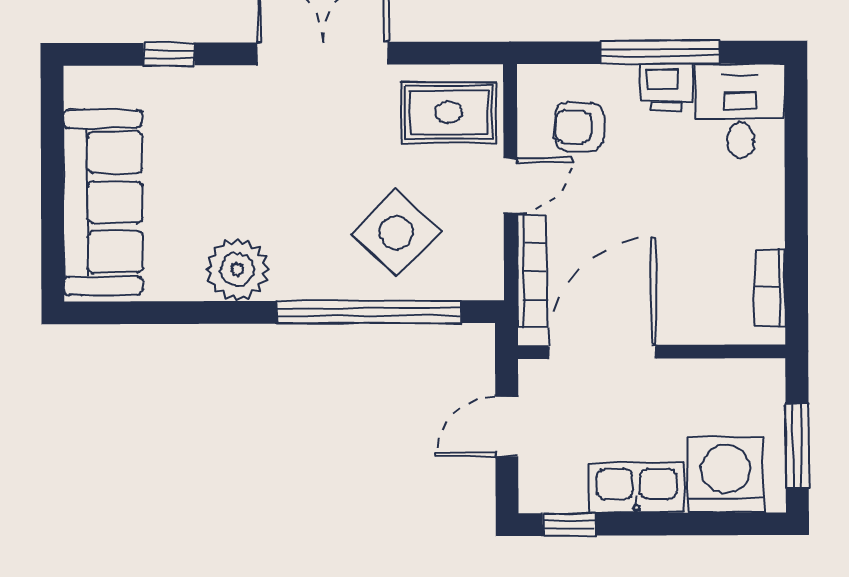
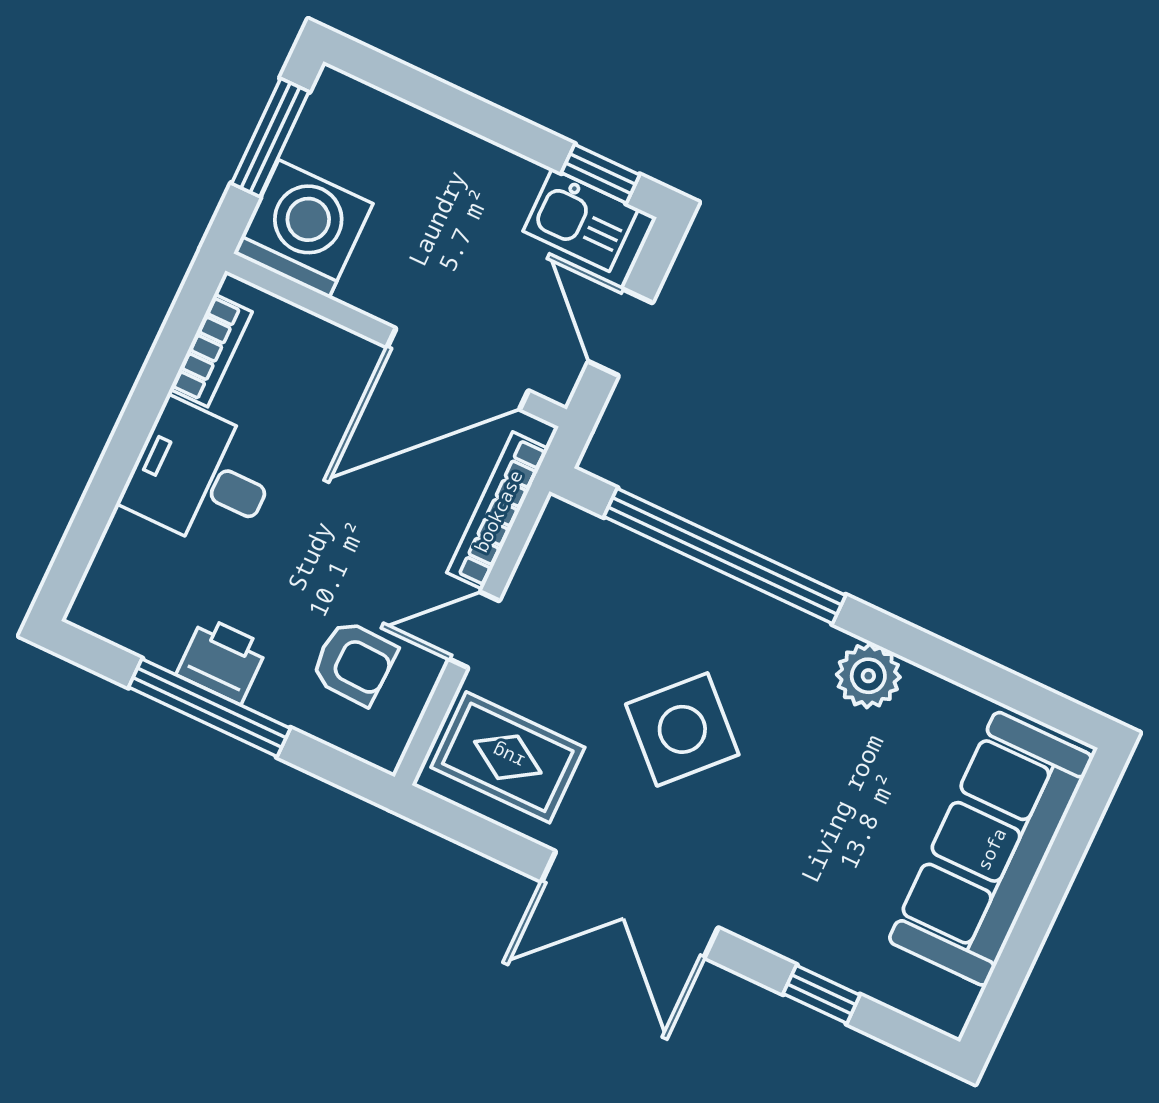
desk: (740, 111) -> (201, 476), moved, turned 90
side table: (396, 232) -> (682, 729), moved
plant: (237, 269) -> (868, 676), width x0.73, depth x0.73
door: (507, 427) -> (620, 332), swing flipped
washing machine: (726, 475) -> (304, 229), moved, turned 180
kitchen sink: (636, 488) -> (581, 220), moved, width x0.73

